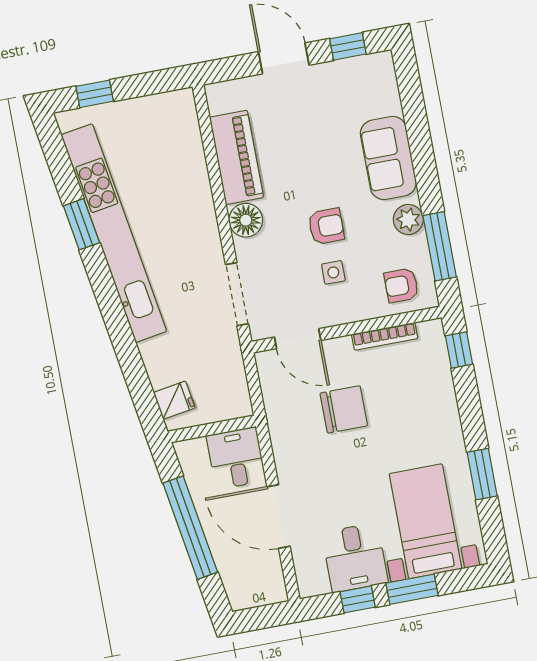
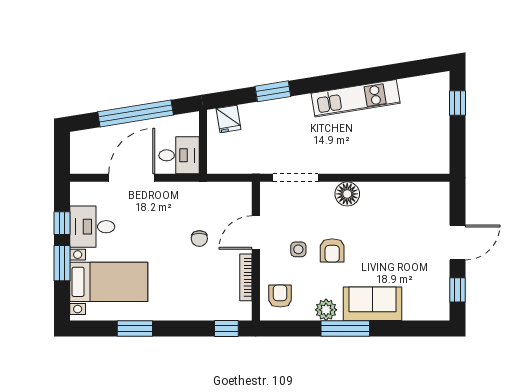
piano: (237, 157) -> (393, 196), removed
window: (81, 224) -> (273, 91), moved
kitchen unit: (114, 233) -> (356, 98), width x0.54
window: (440, 246) -> (345, 329), moved
door: (298, 339) -> (256, 233), moved
chair: (344, 409) -> (199, 238), width x0.54, depth x0.54

